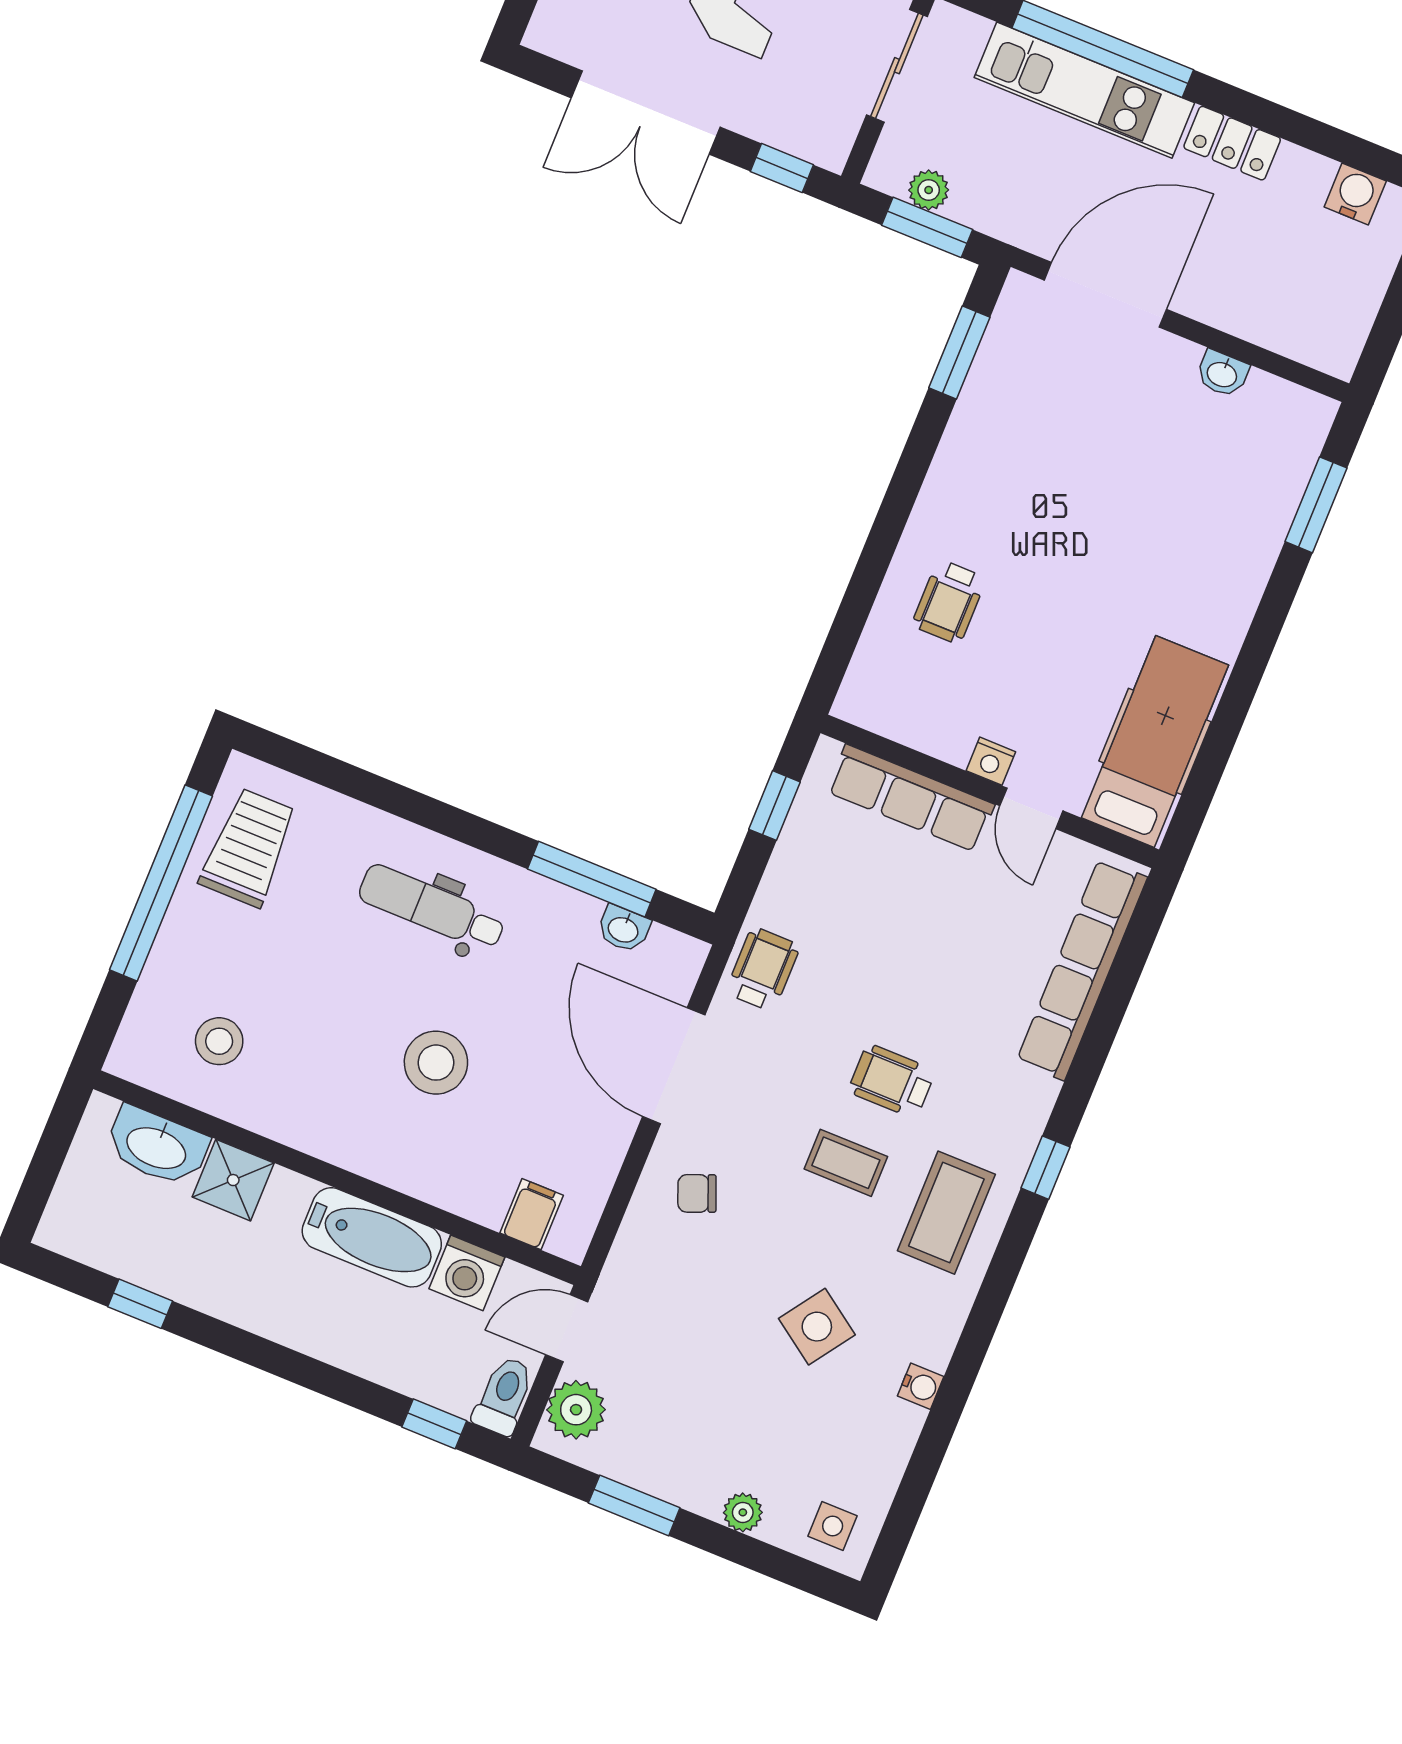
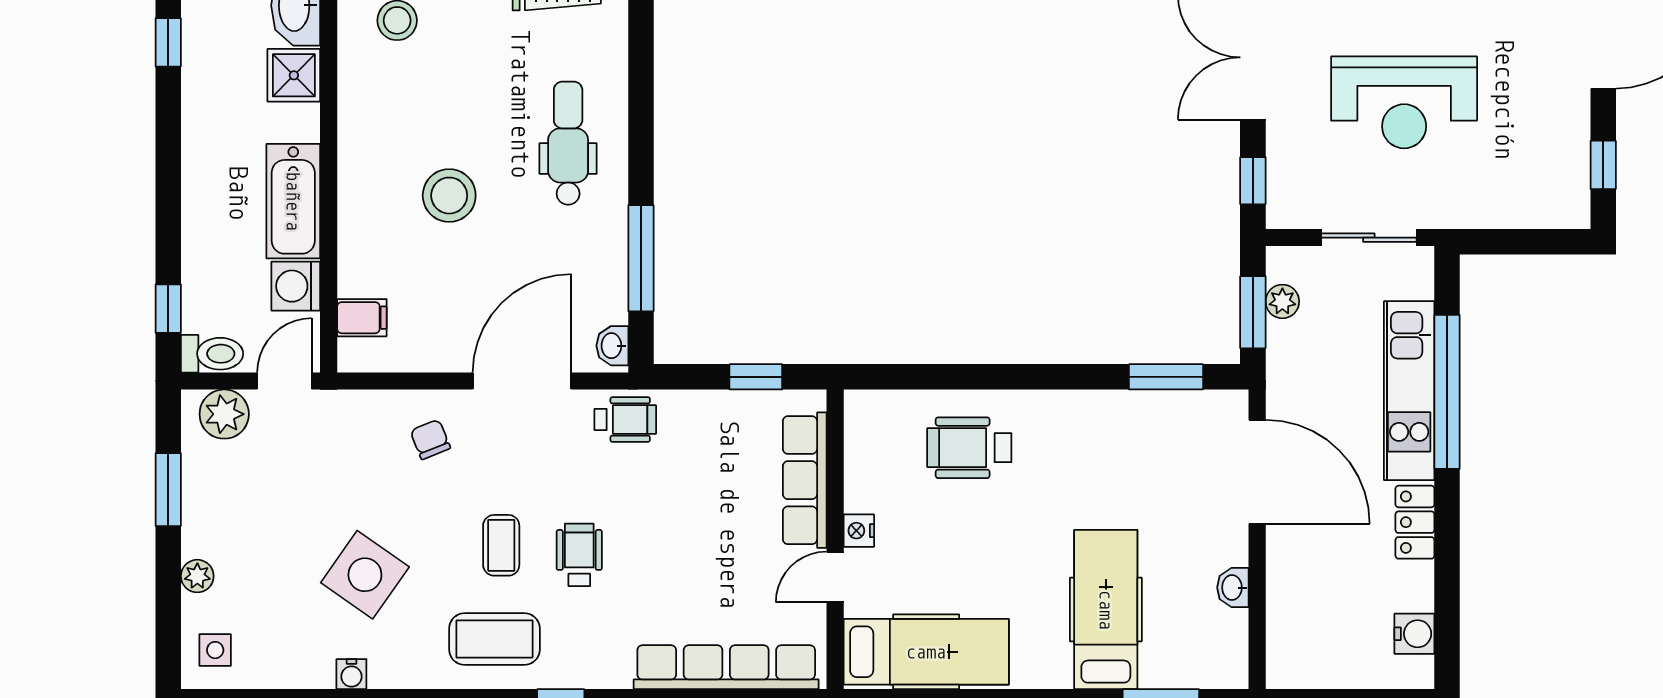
hospital bed: (1189, 524) -> (1106, 610), added
wheelchair: (949, 602) -> (969, 448), width x1.36, depth x1.37
washbasin: (624, 929) -> (612, 346), moved
side table: (817, 1327) -> (365, 575), width x1.37, depth x1.37
door: (567, 1328) -> (284, 381), hinge flipped

